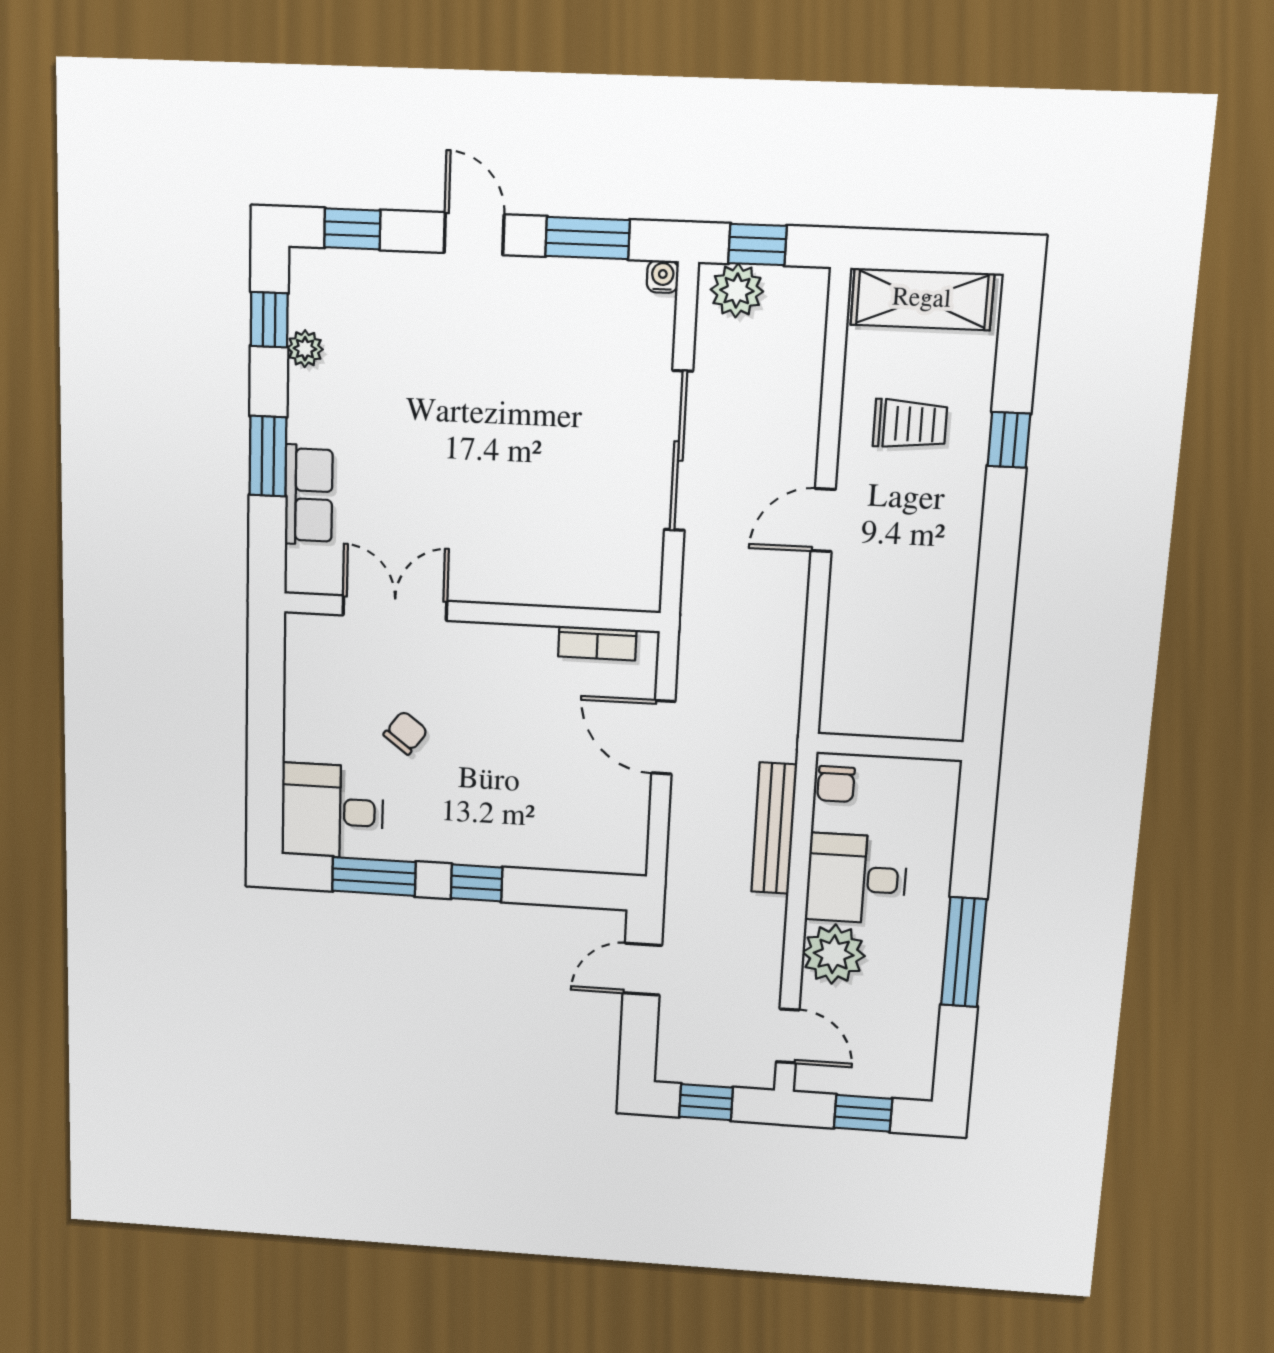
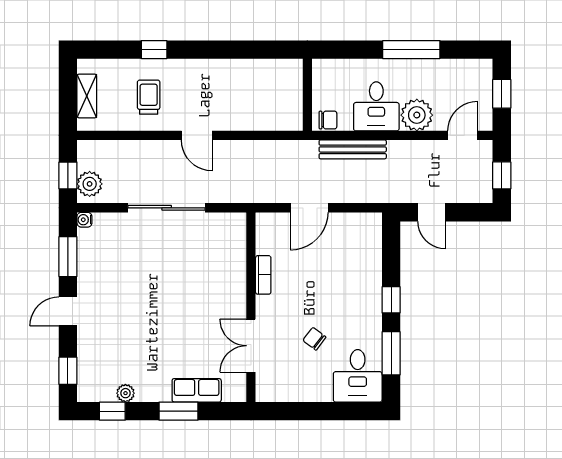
shelving: (922, 299) -> (87, 96), width x0.67, depth x0.75
bookcase: (597, 643) -> (263, 275), moved

